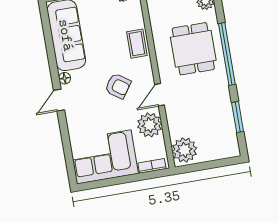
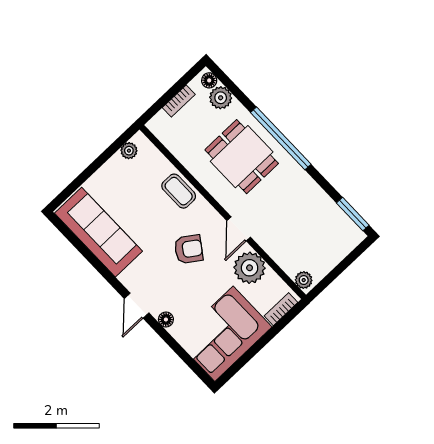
floor lamp: (65, 78) -> (166, 319), moved
window: (238, 117) -> (353, 214), moved
plant: (184, 150) -> (304, 280), width x0.53, depth x0.53

